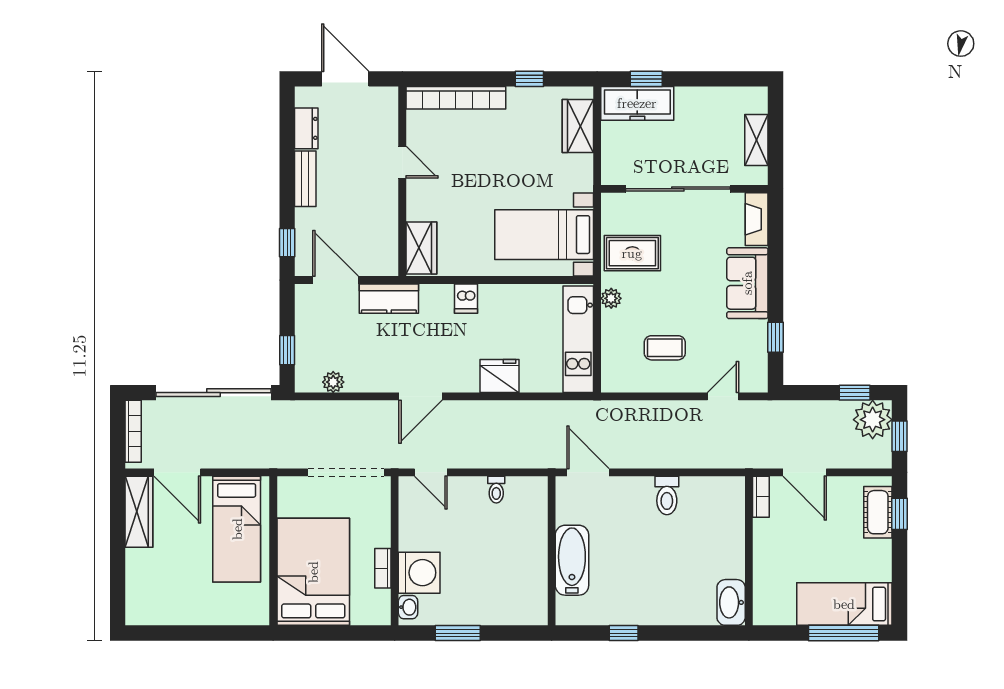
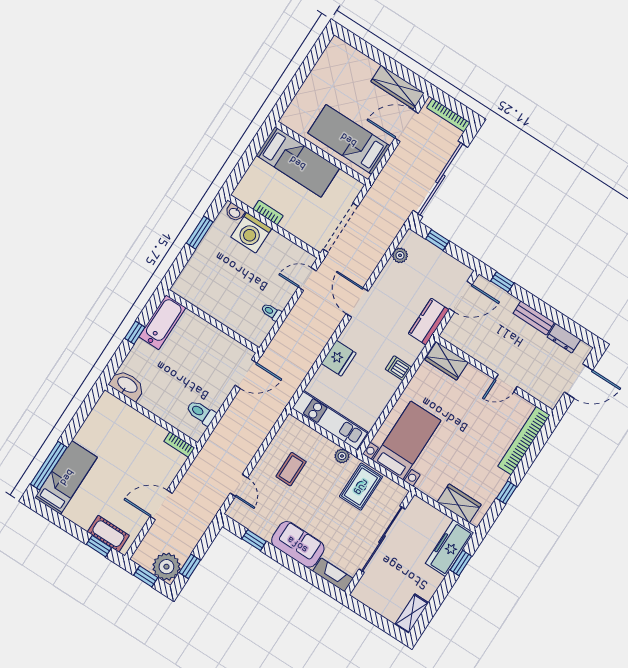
shelving: (756, 140) -> (412, 614), moved, turned 90
bookcase: (761, 497) -> (179, 445), moved
wall: (749, 551) -> (151, 416), moved
bathtub: (572, 560) -> (162, 322), moved, turned -90
bed: (313, 572) -> (298, 162), width x0.67
washbasin: (731, 602) -> (127, 385), moved

